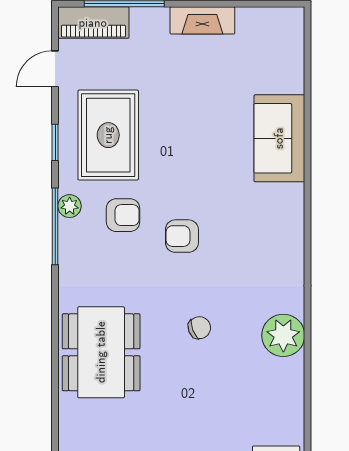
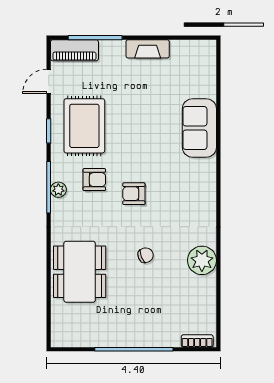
plant: (70, 206) -> (58, 190), moved

